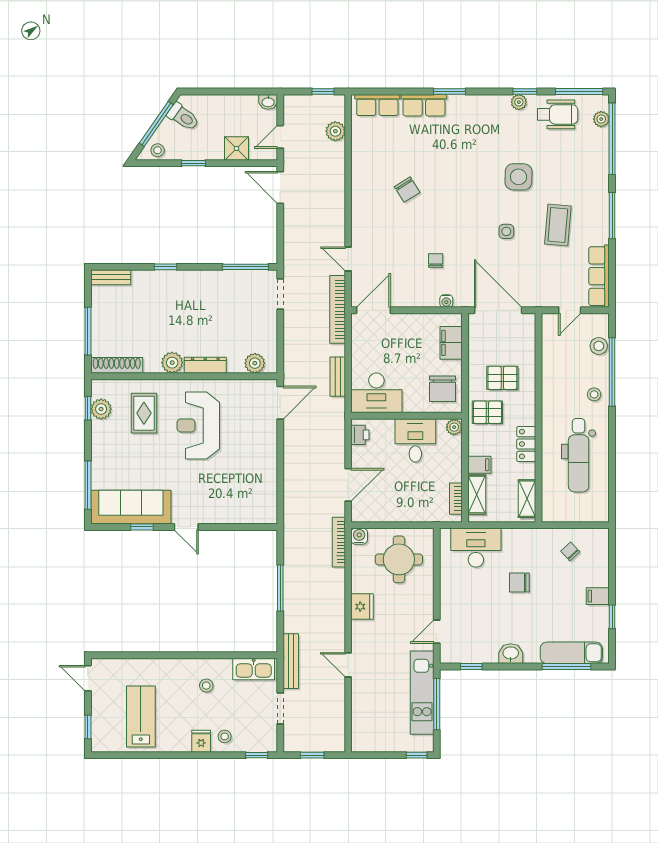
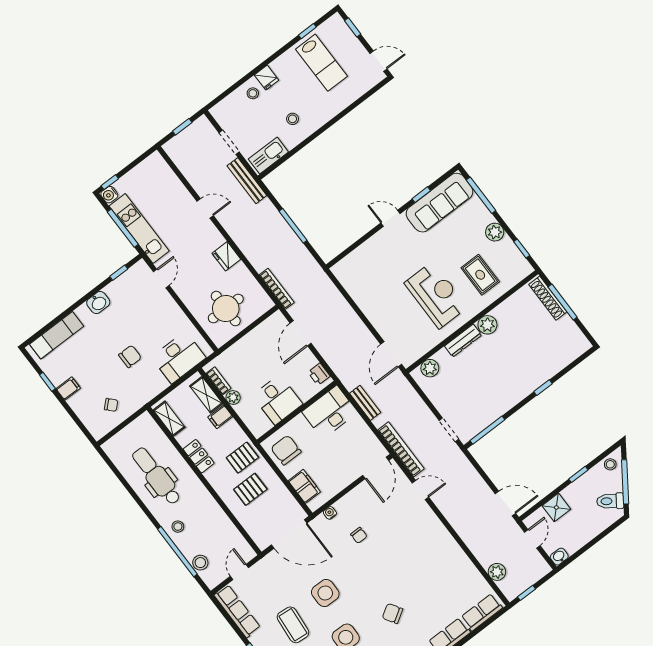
chair: (407, 190) -> (393, 613), moved
side table: (506, 231) -> (325, 593), width x1.87, depth x1.87
bench: (111, 277) -> (575, 351), removed
shoe rack: (117, 365) -> (548, 298), moved, turned 90
plant: (101, 409) -> (495, 232), moved
plant: (454, 427) -> (233, 397), moved
water cooler: (359, 536) -> (109, 195), moved, turned 90
window: (566, 666) -> (53, 323), removed
window: (257, 755) -> (307, 31), moved

